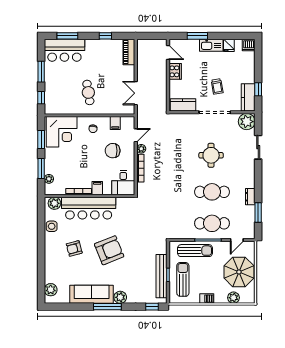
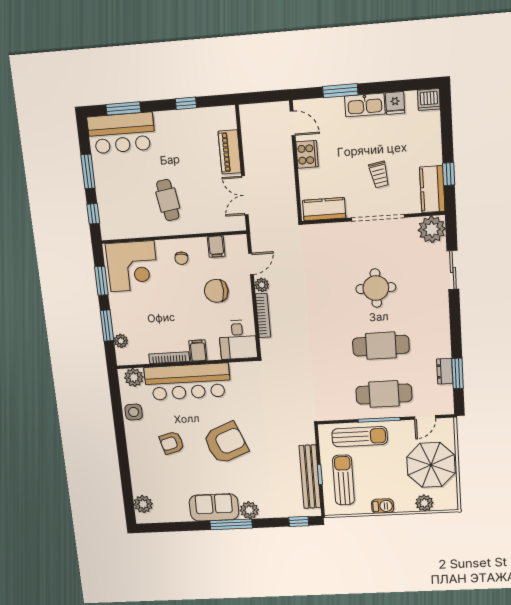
piano: (129, 52) -> (230, 152), moved
dresser: (250, 197) -> (445, 371), moved
sofa: (92, 294) -> (214, 507), width x0.73

